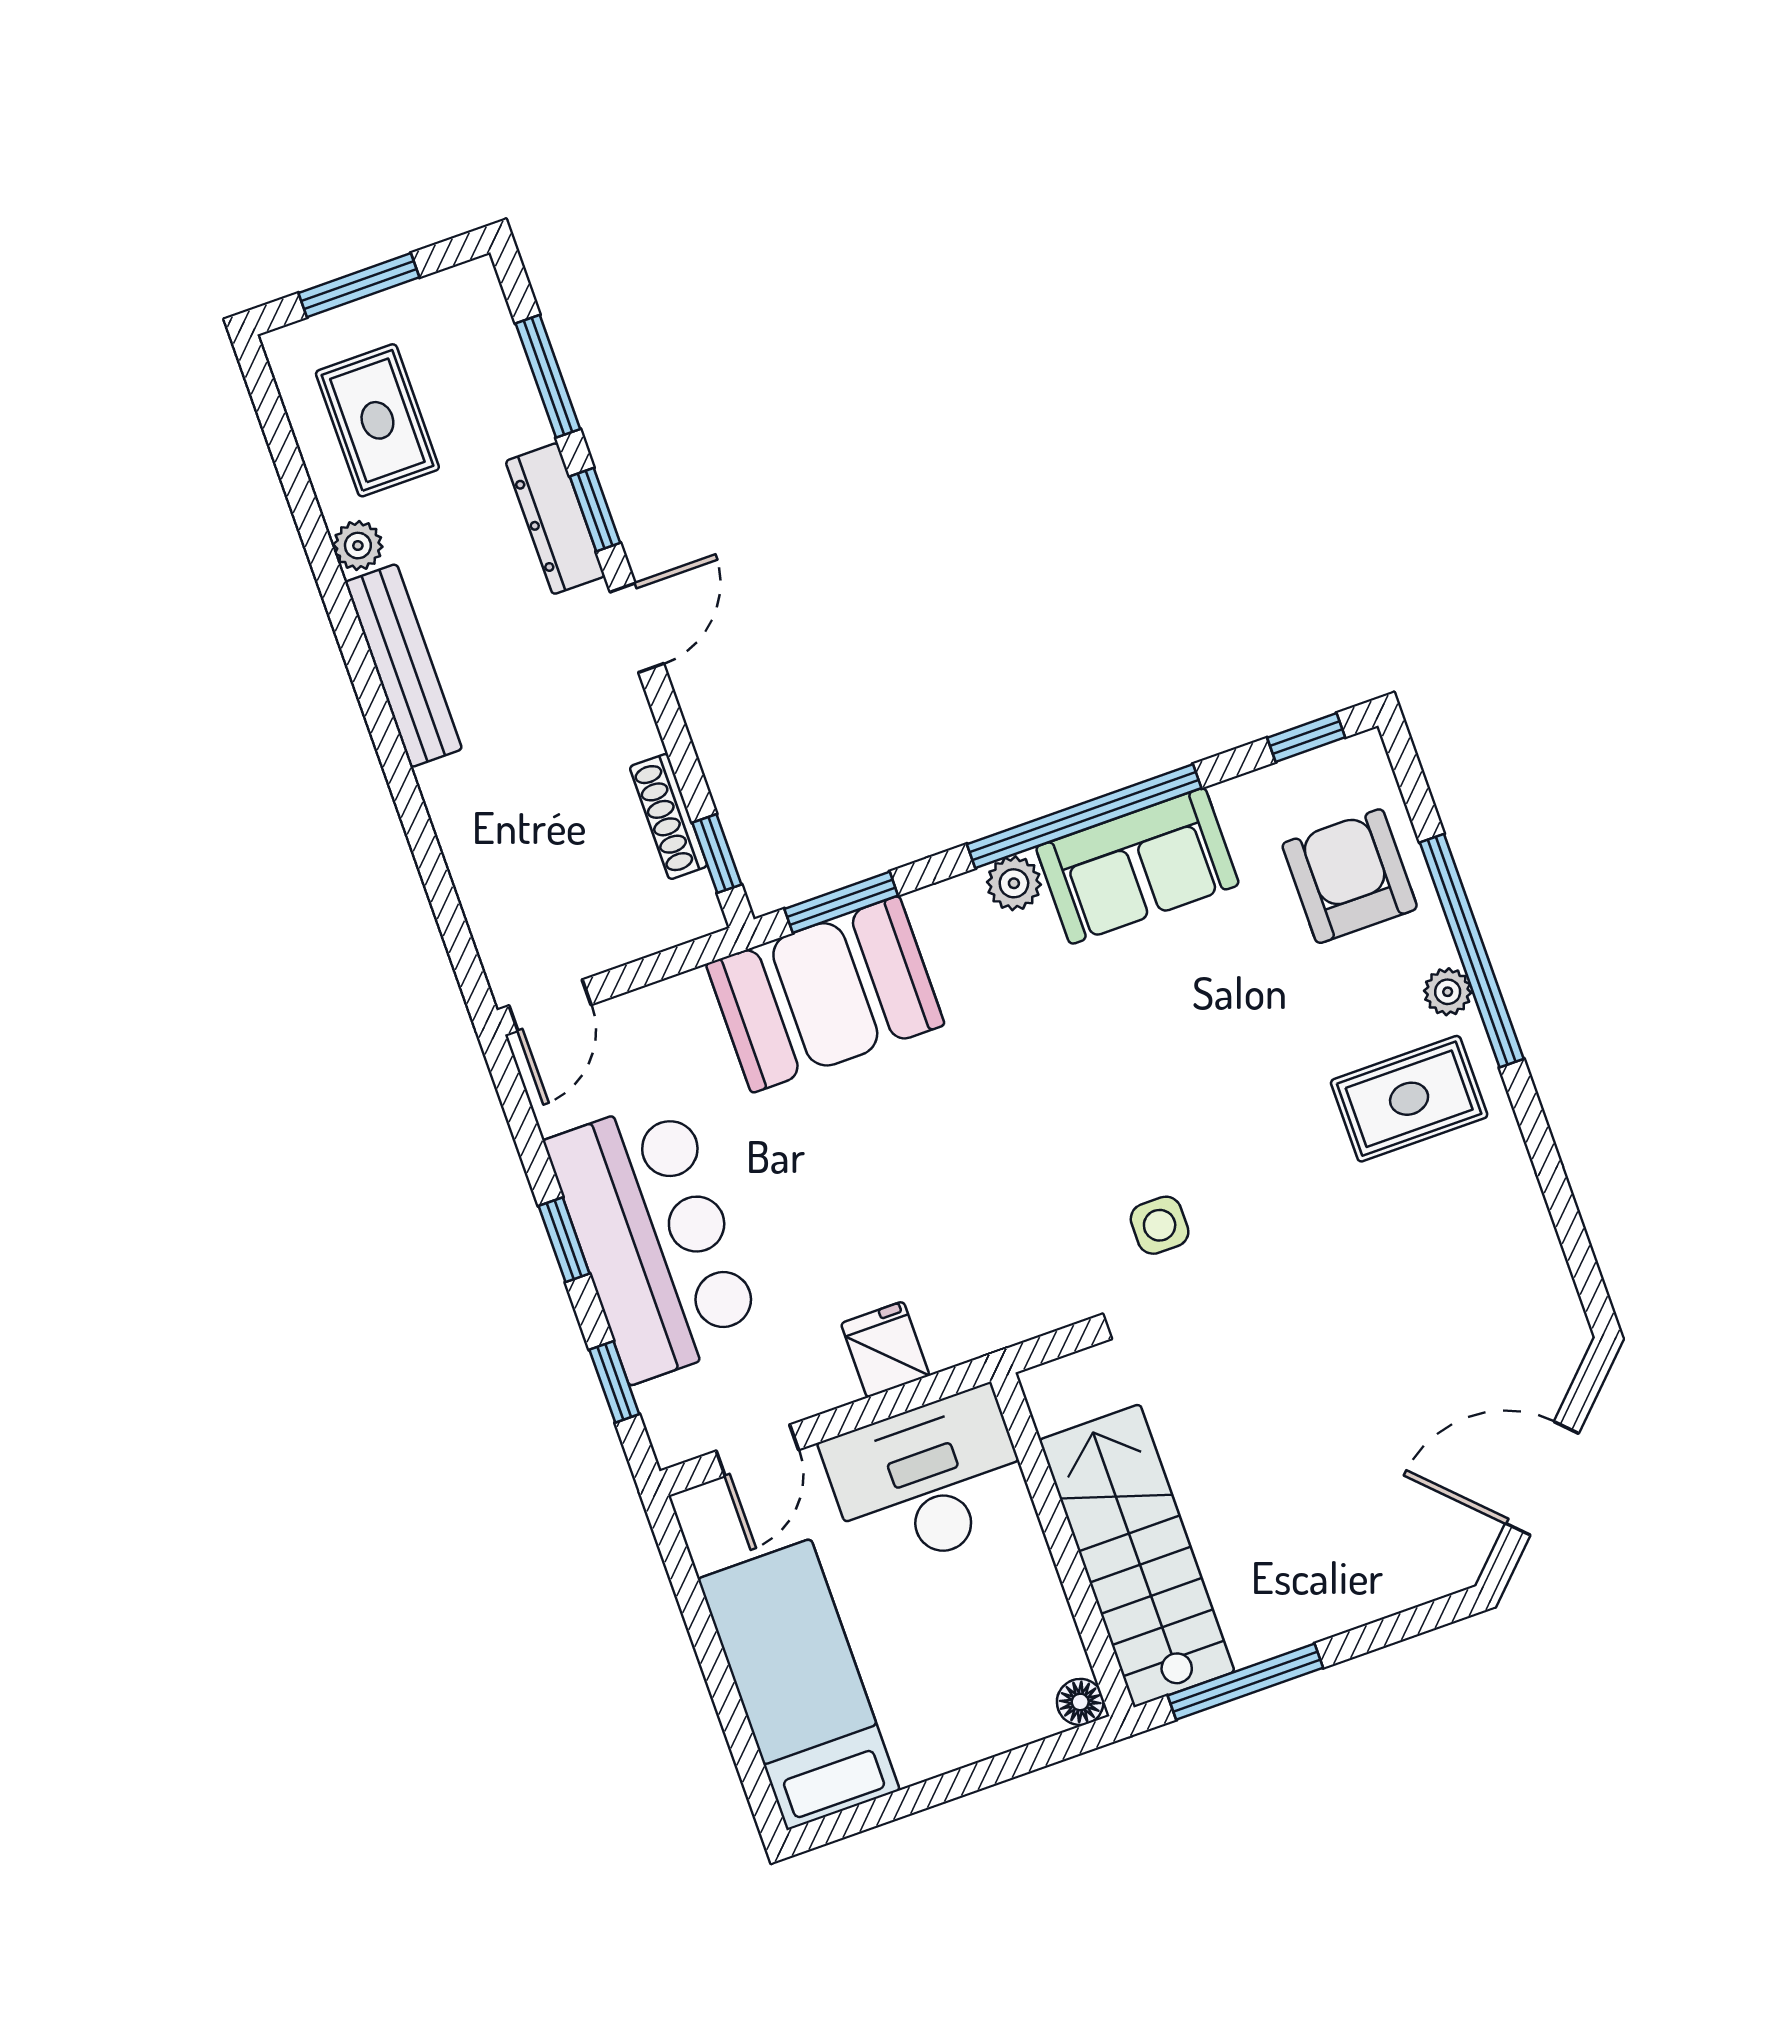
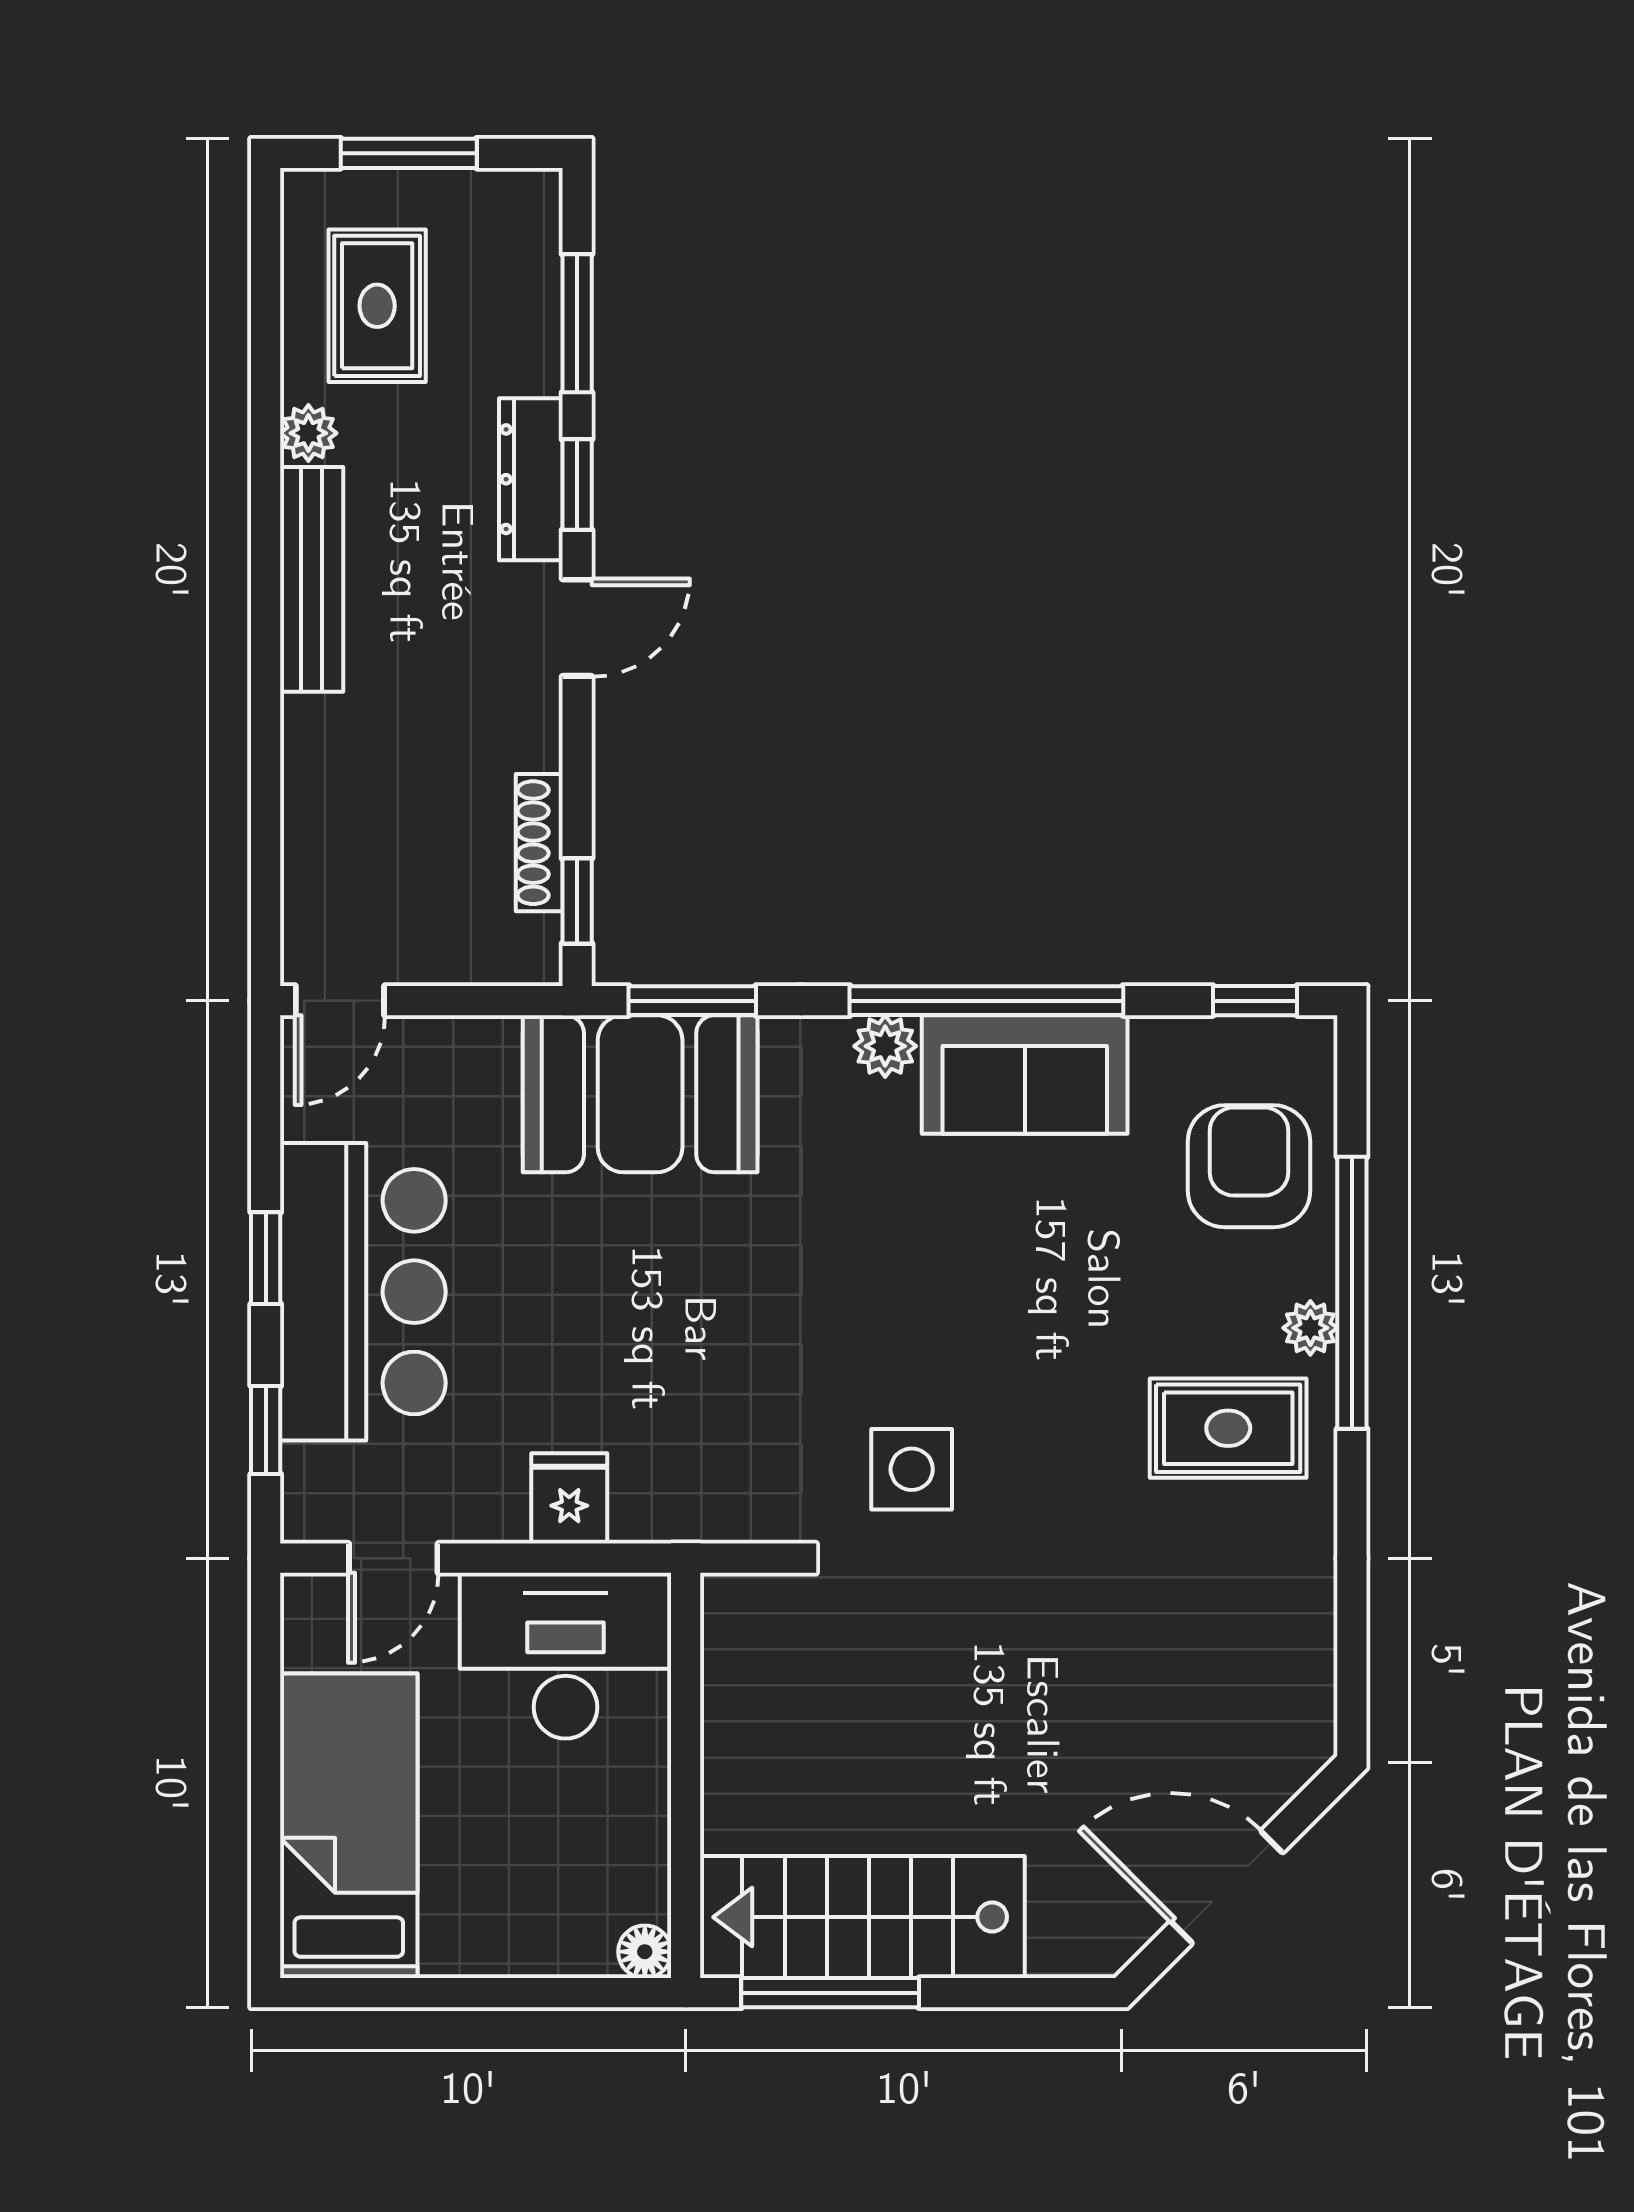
side table: (1160, 1225) -> (912, 1469), width x1.37, depth x1.37
stairs: (1137, 1556) -> (862, 1917), moved, turned -90

